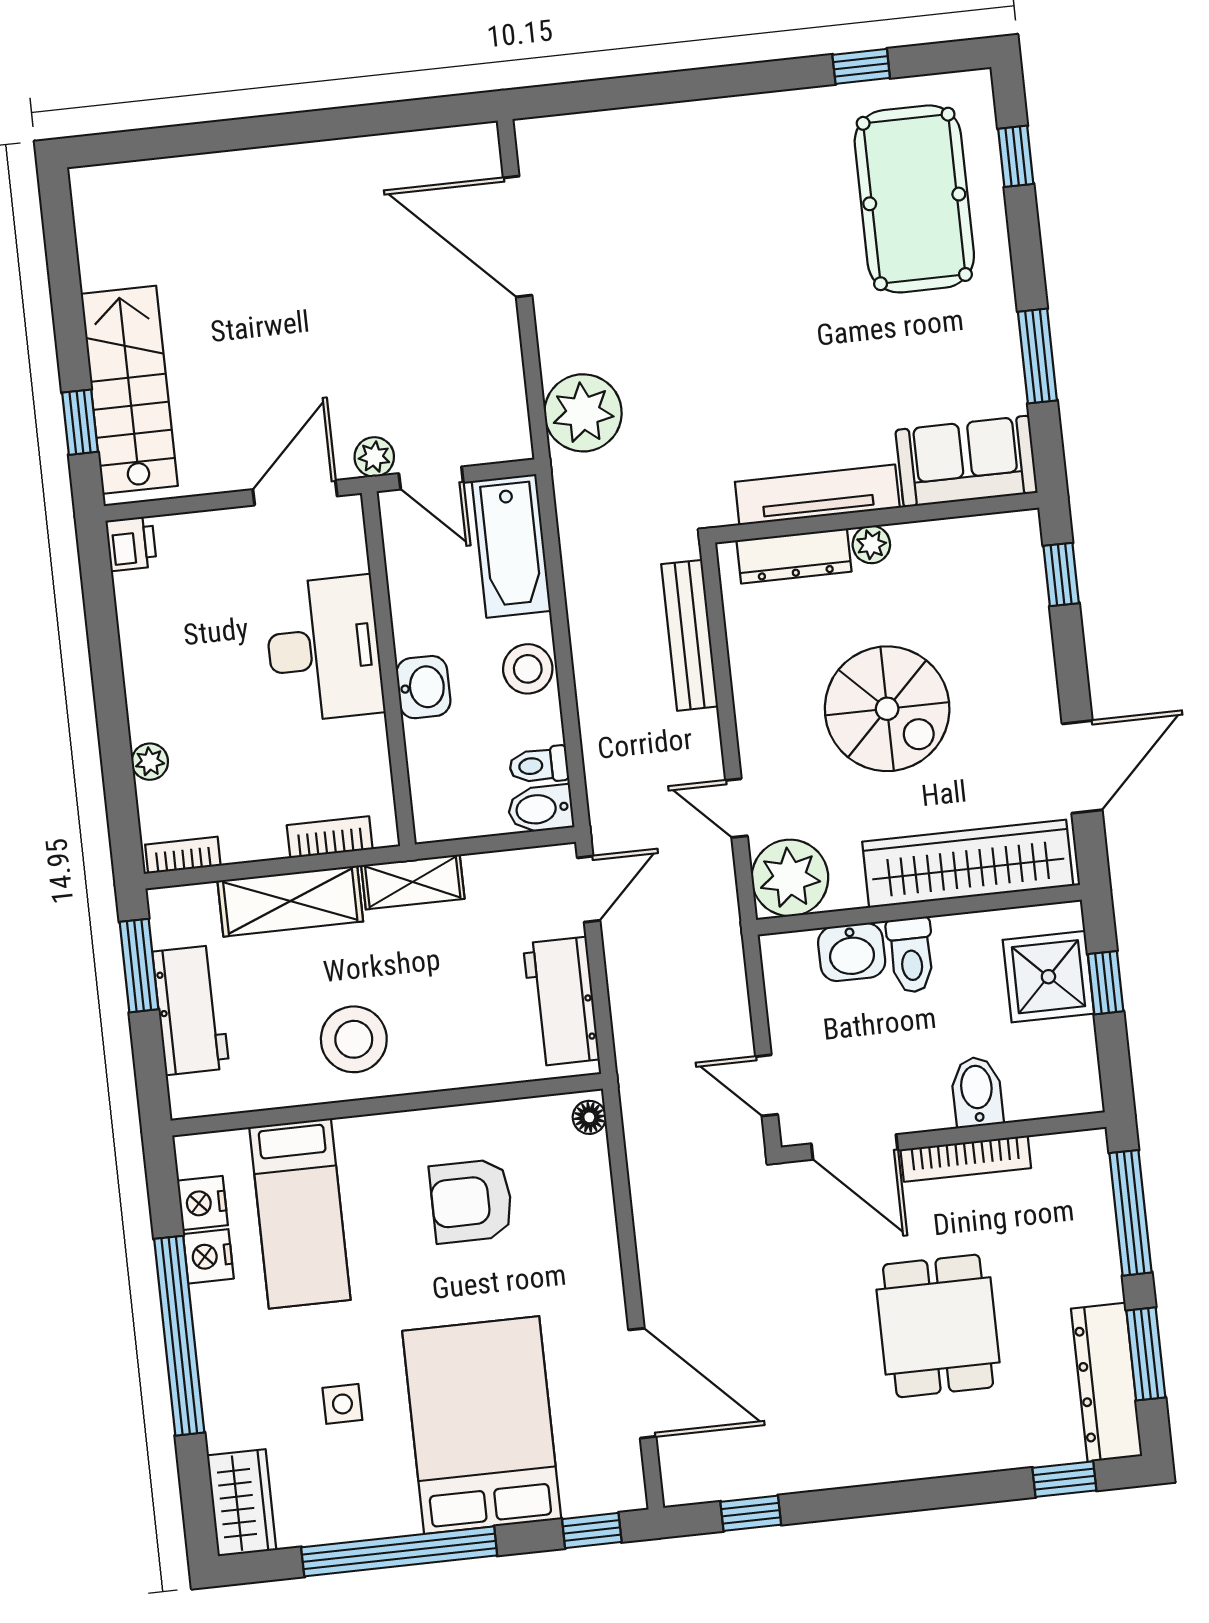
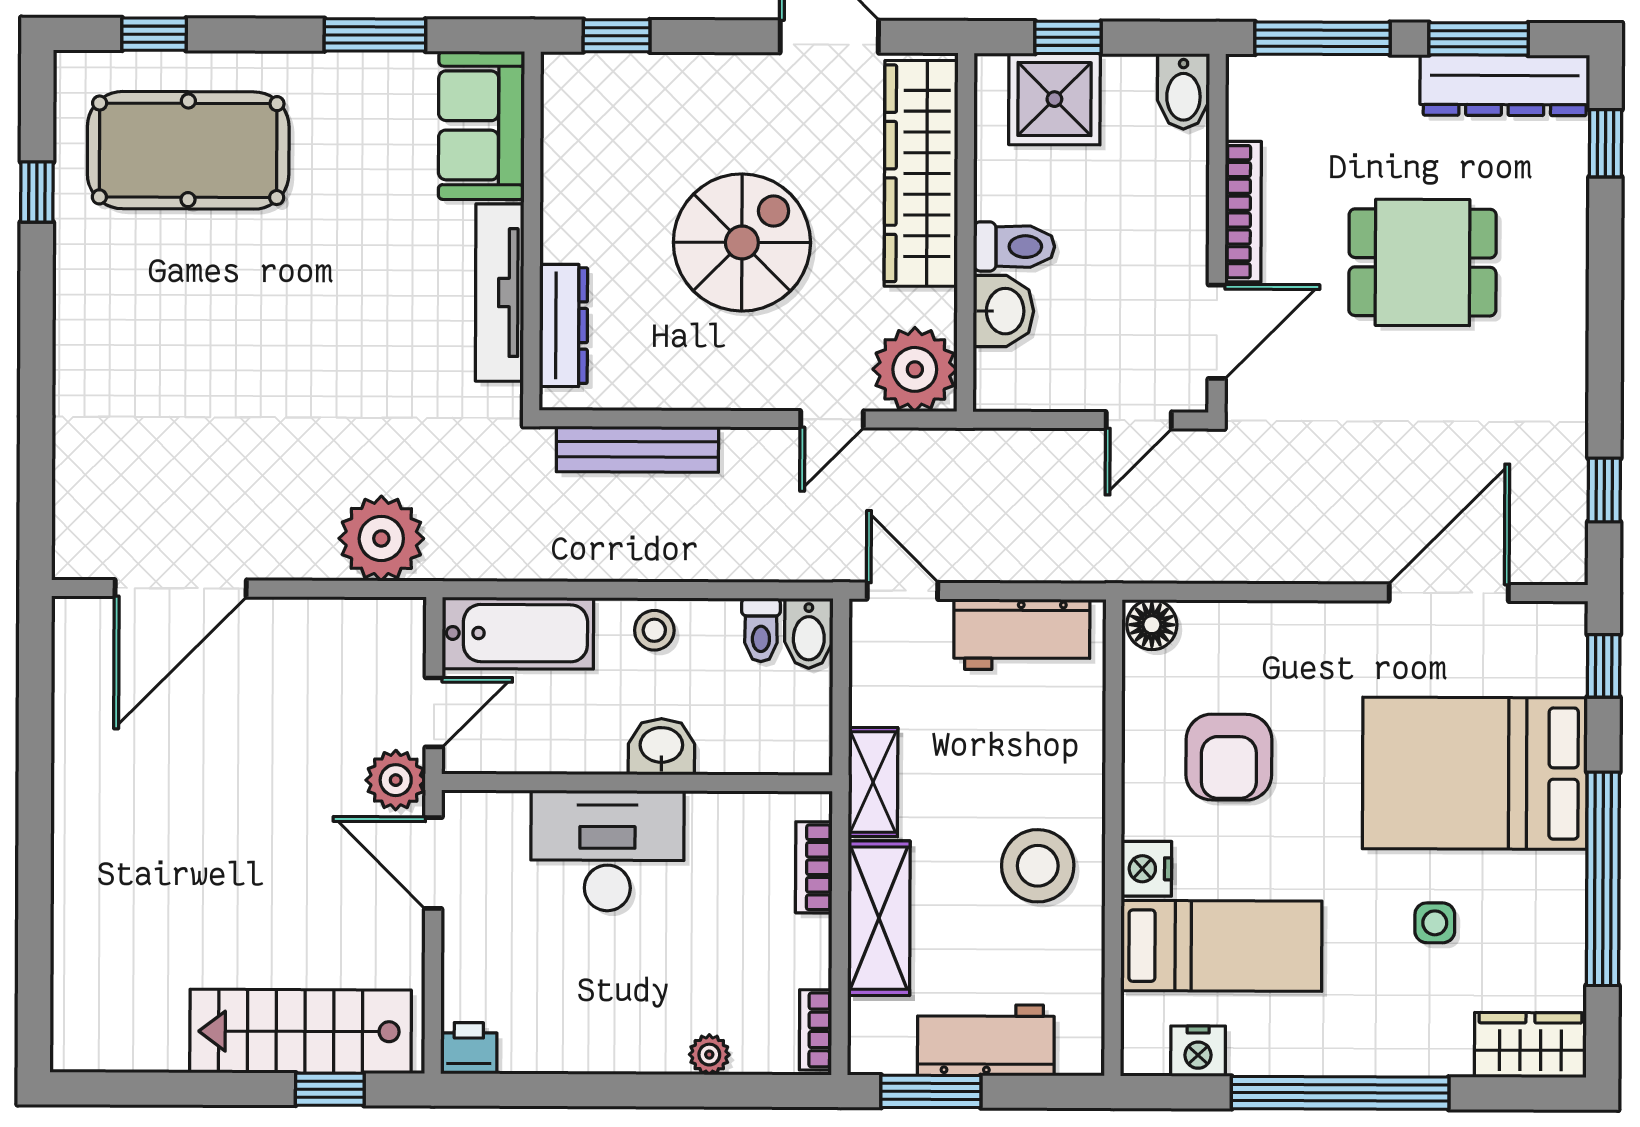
plant: (374, 457) -> (396, 780), width x1.38, depth x1.38
plant: (871, 544) -> (560, 240), removed
stool: (528, 669) -> (654, 630), width x0.73, depth x0.73
bidet: (977, 1092) -> (1183, 92), moved, turned -90
floor lamp: (589, 1117) -> (1152, 625), width x1.37, depth x1.37
nightstand: (208, 1256) -> (1146, 869), moved, turned 90

